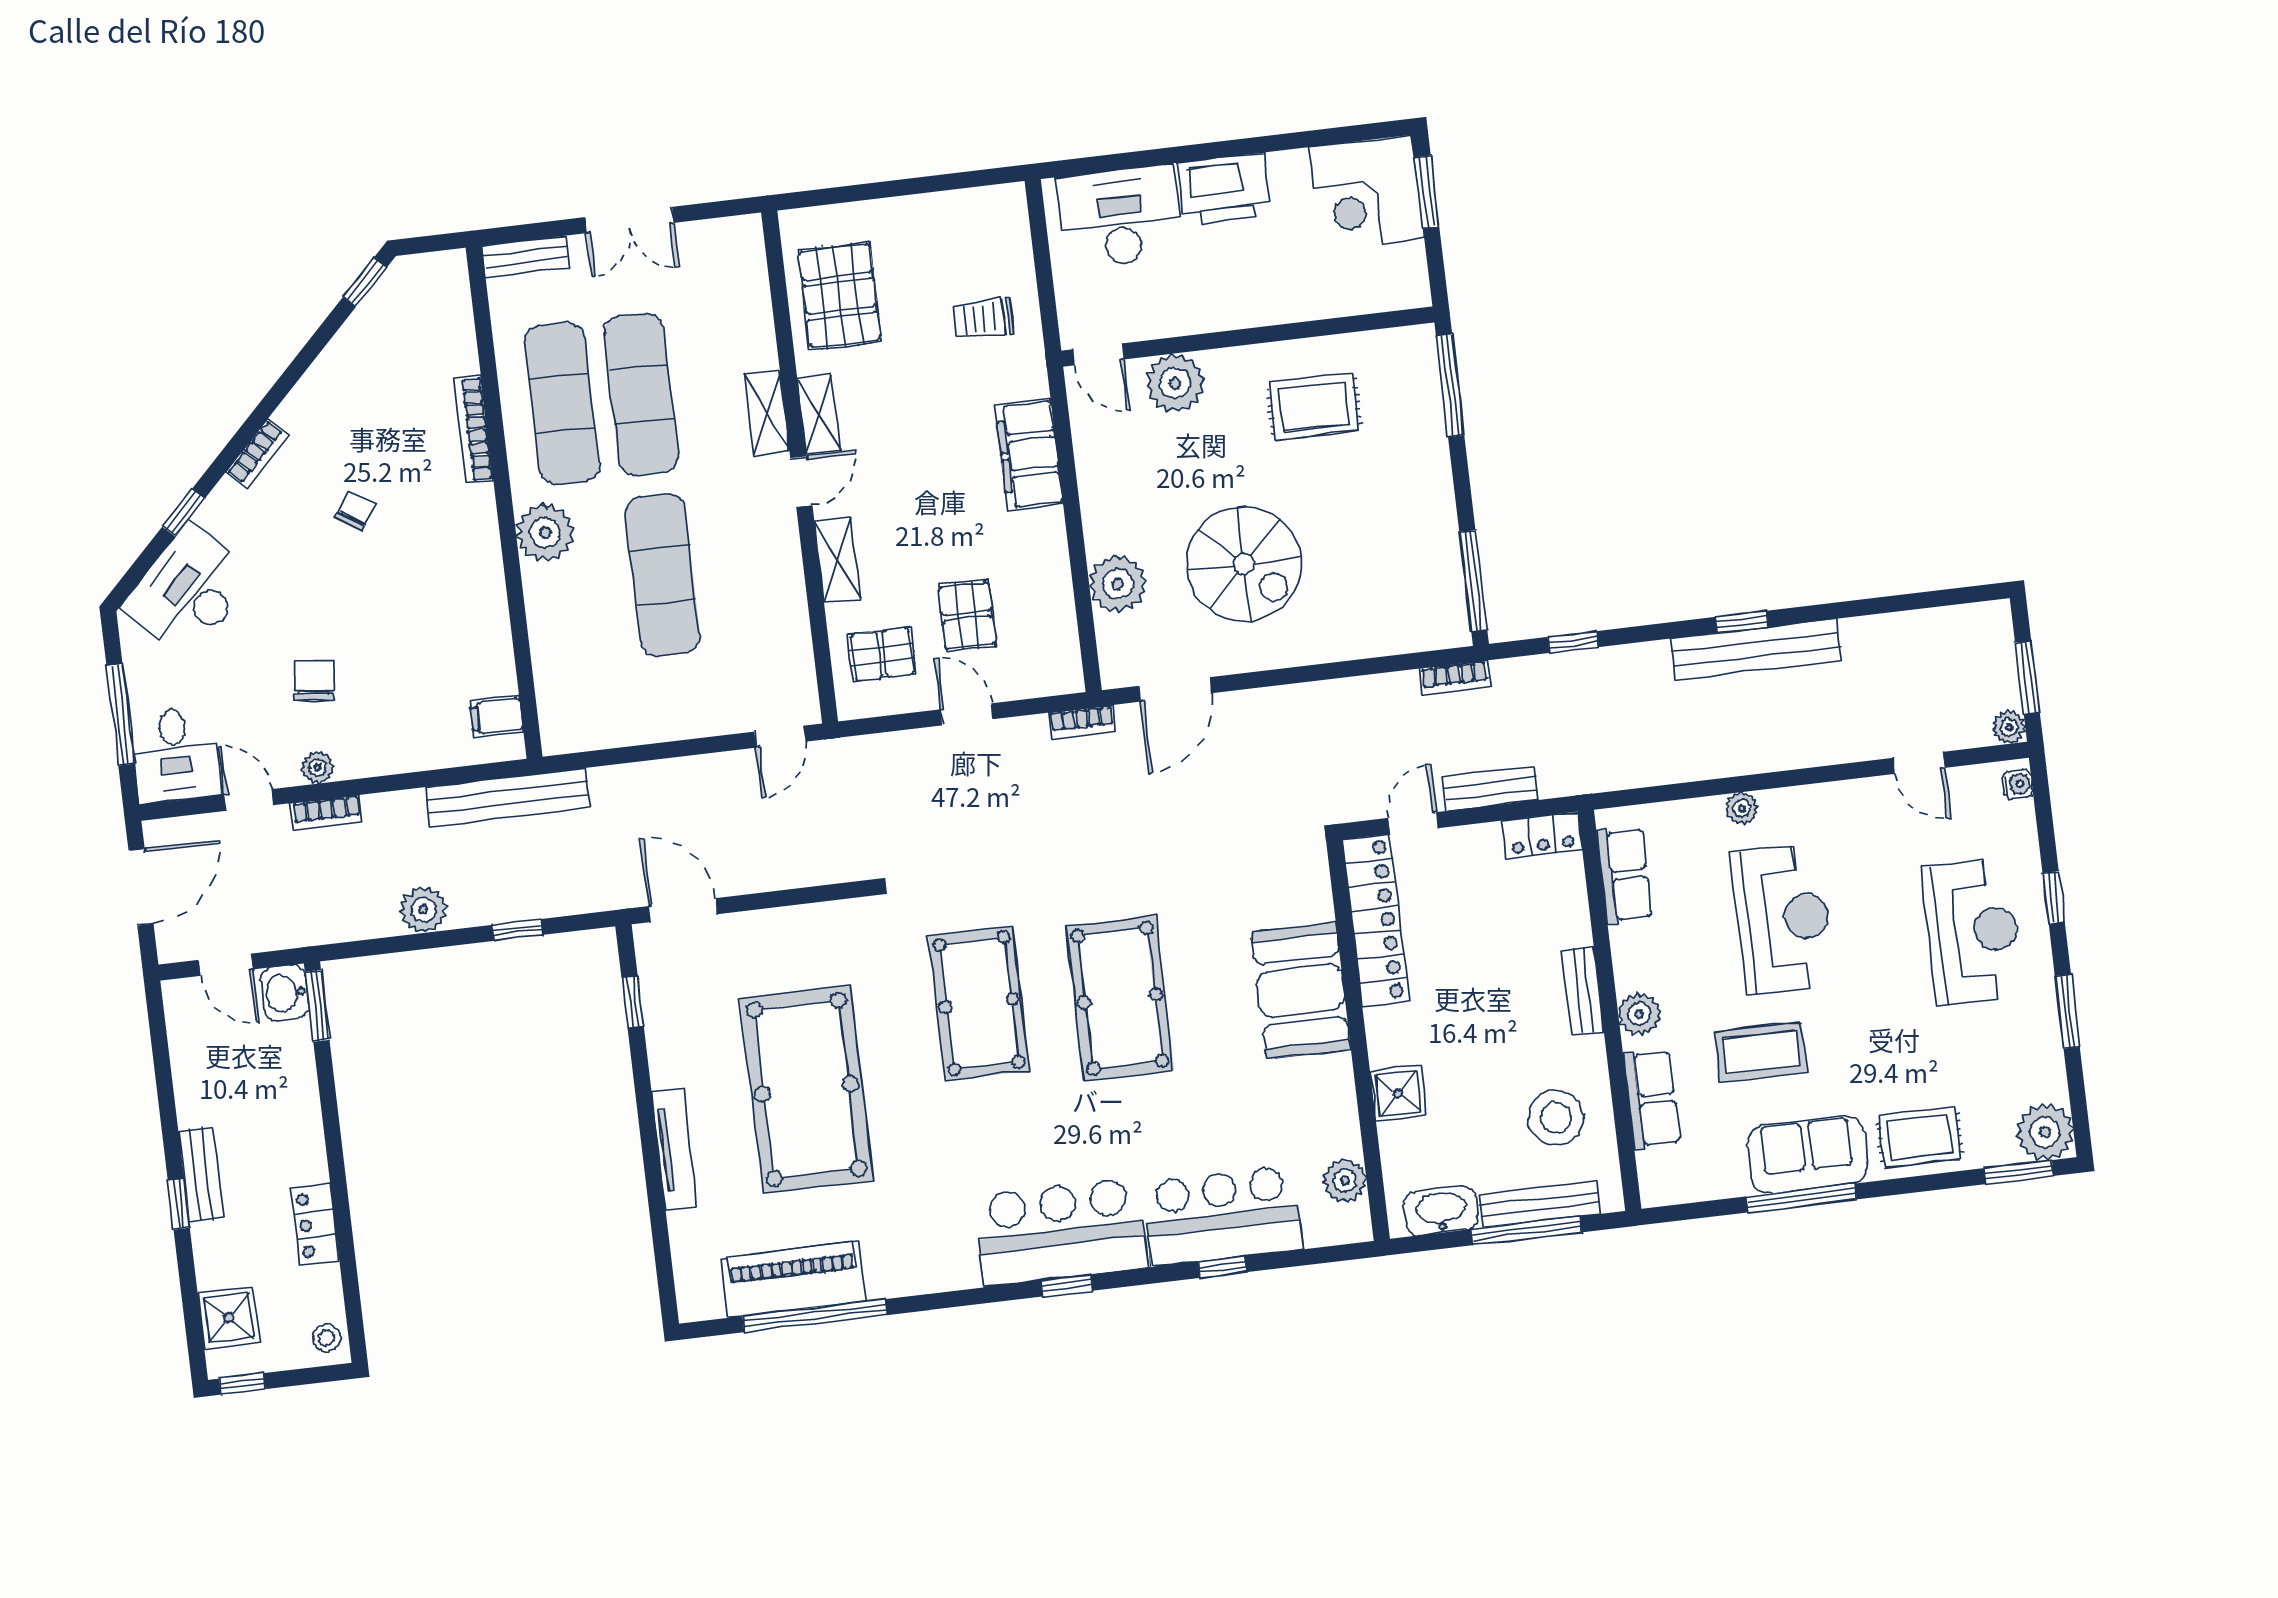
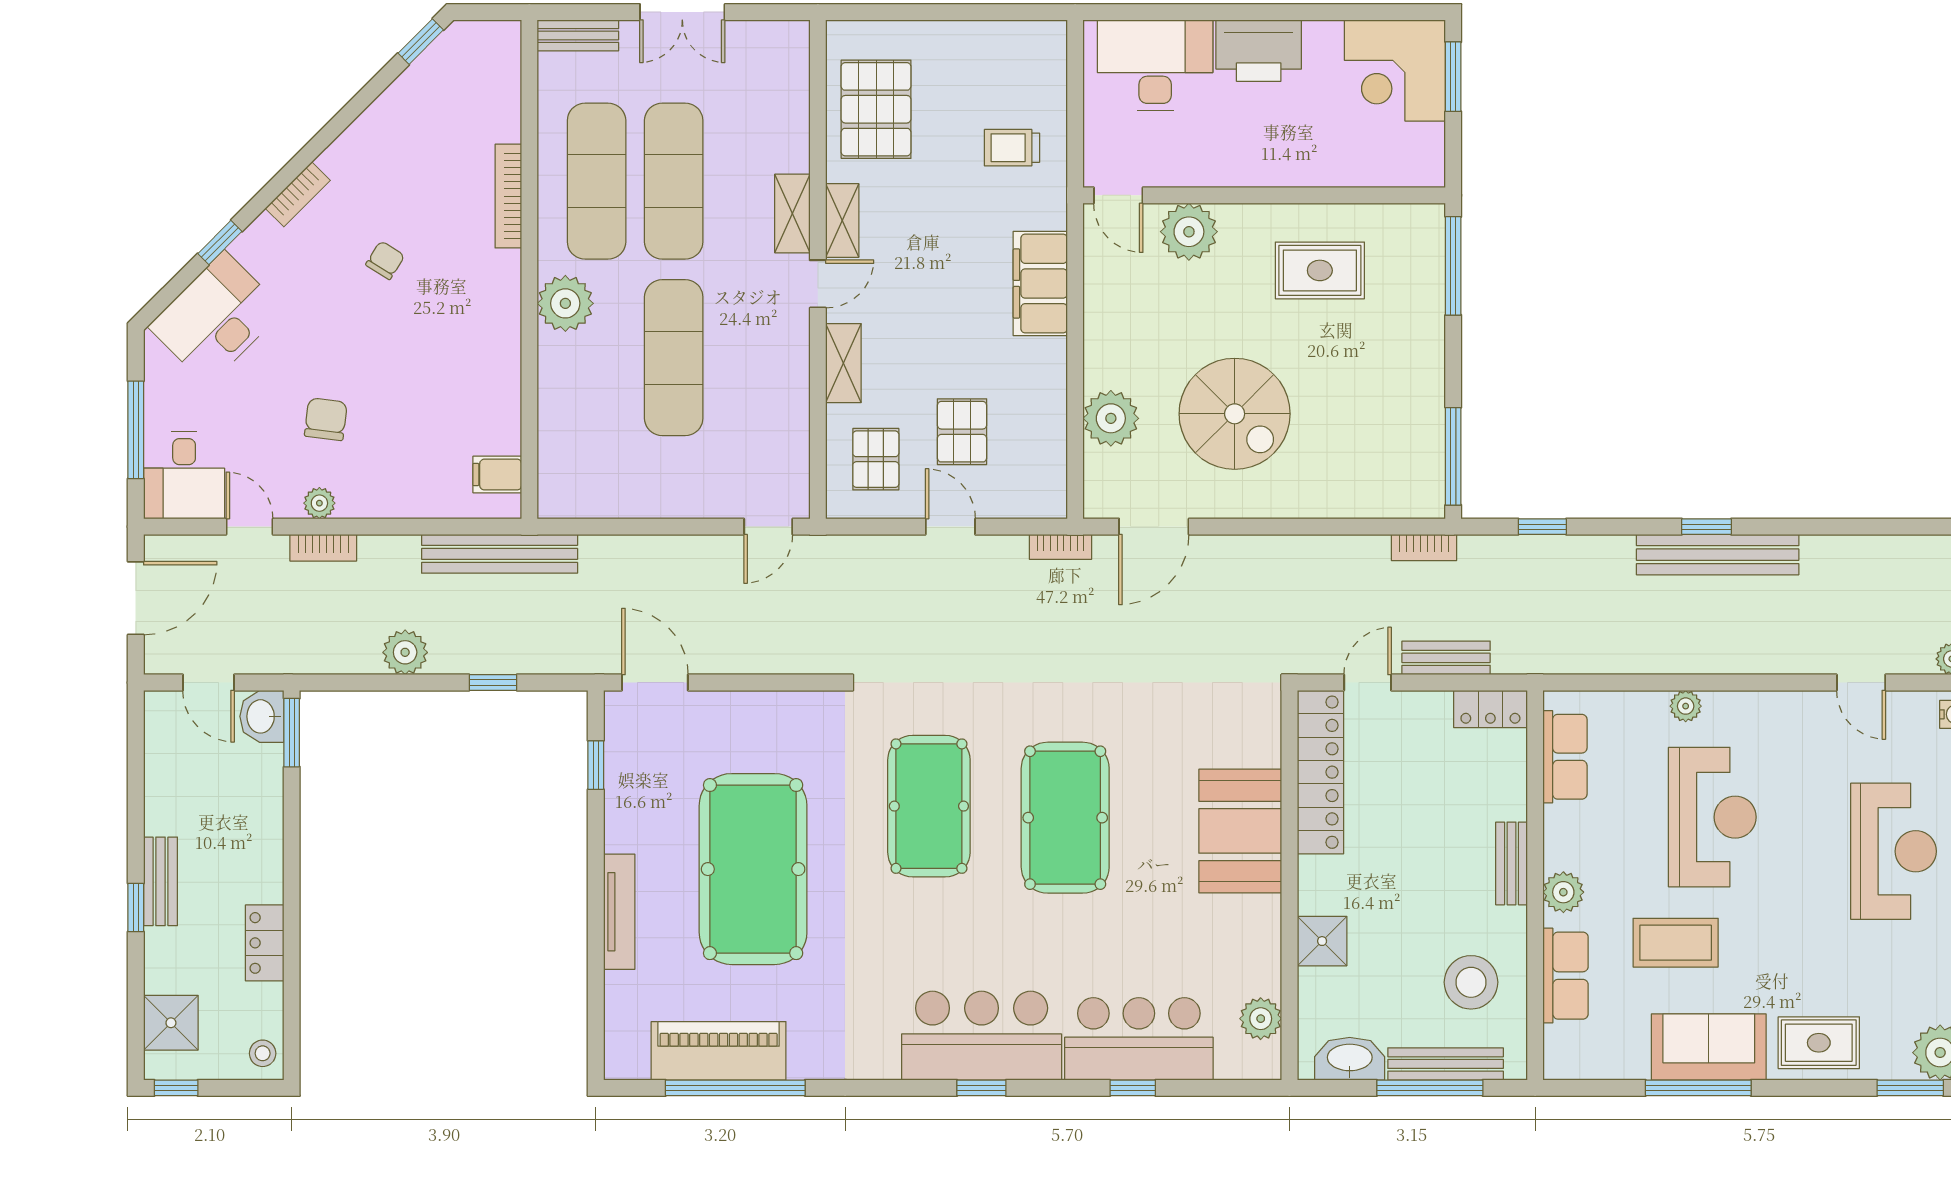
pallet: (882, 654) -> (876, 459), turned 90

